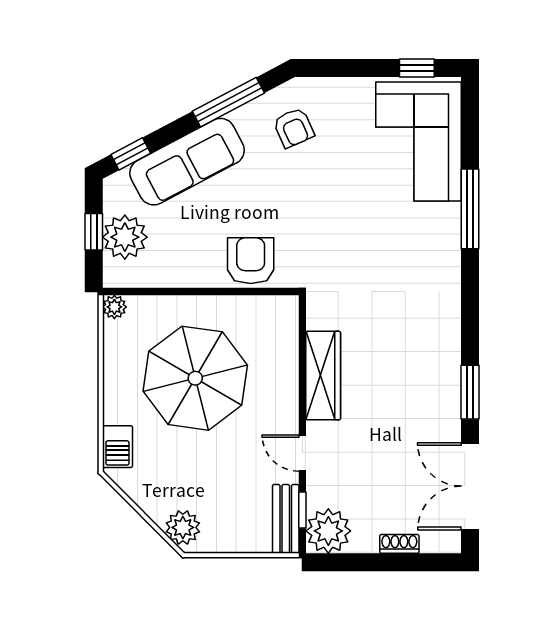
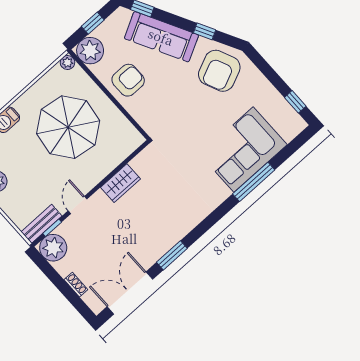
window: (228, 102) -> (205, 31), width x0.46
armchair: (294, 128) -> (219, 71), width x1.88, depth x1.88
corner sofa: (418, 141) -> (244, 150), moved
plant: (125, 237) -> (90, 51), moved
armchair: (251, 261) -> (128, 80), moved
wardrobe: (323, 376) -> (120, 183), width x0.67

